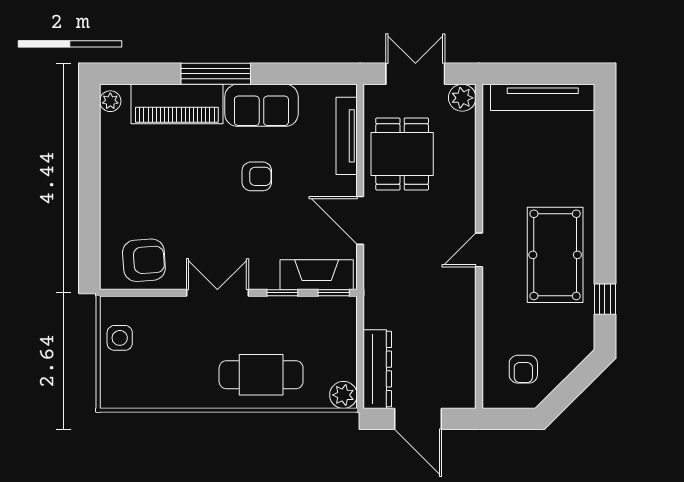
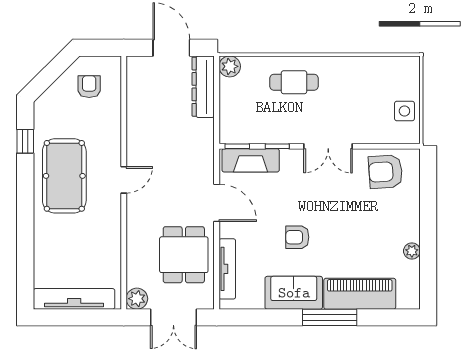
plant: (110, 101) -> (412, 251), moved
cafe table: (261, 375) -> (294, 82), width x0.73, depth x0.74

